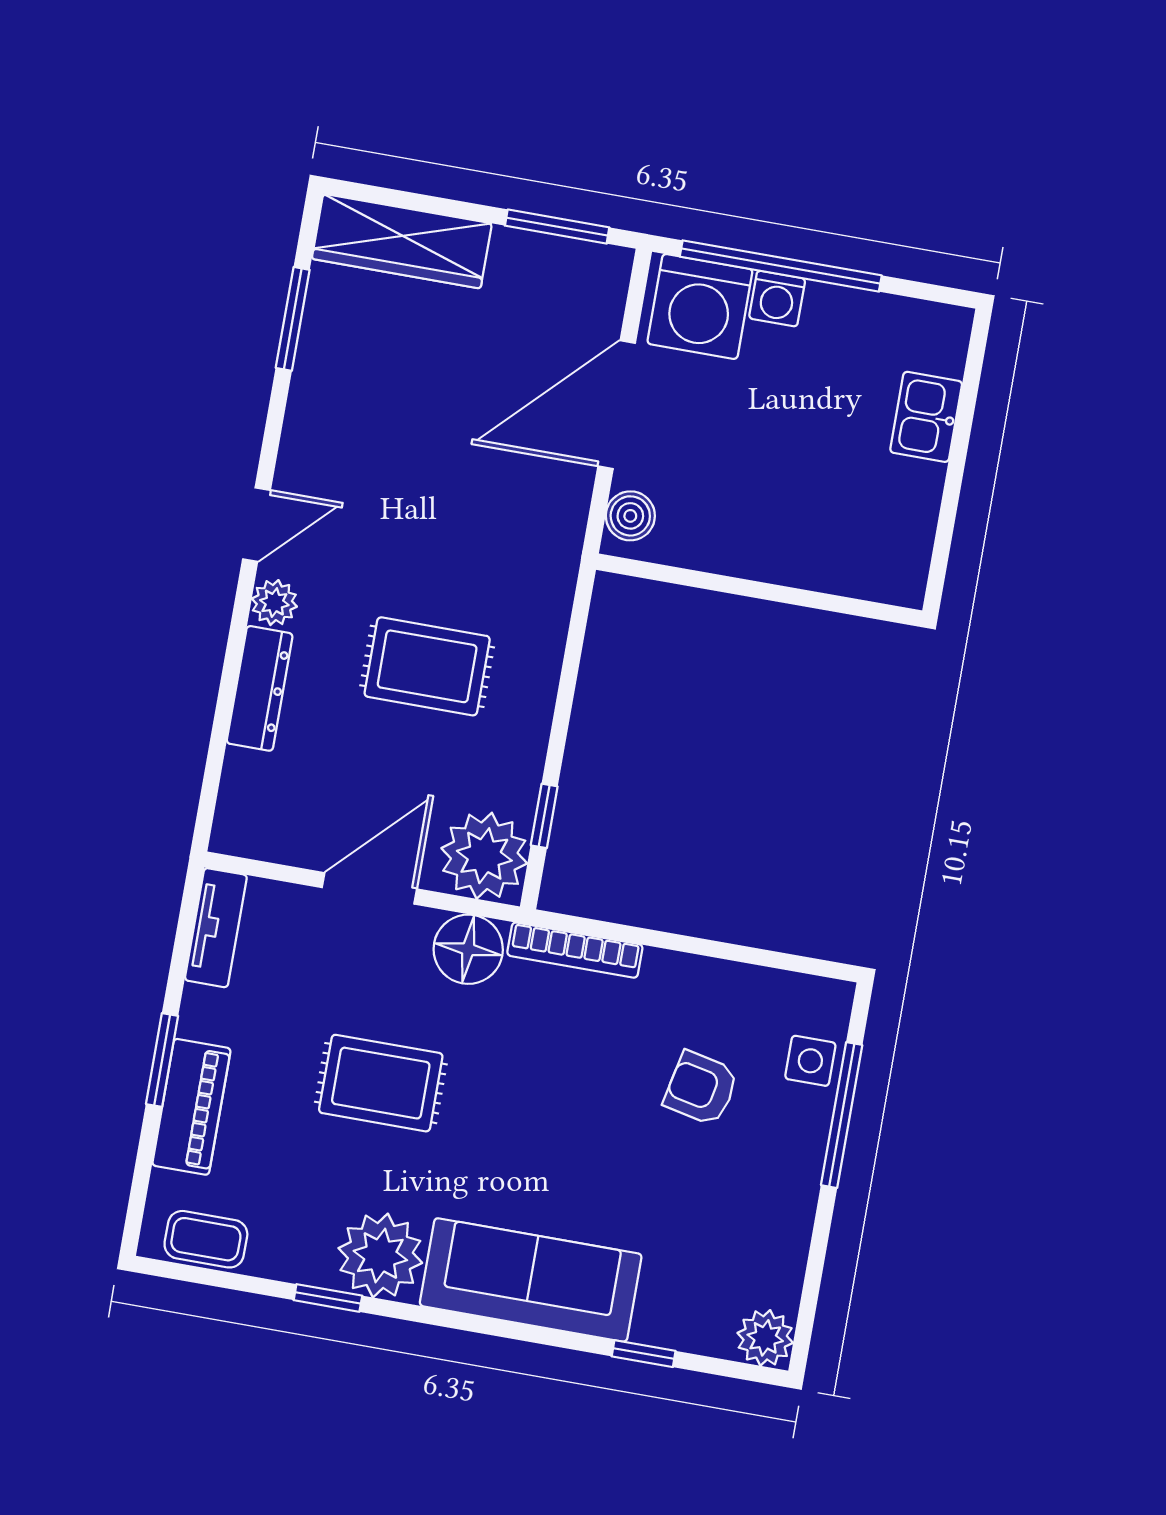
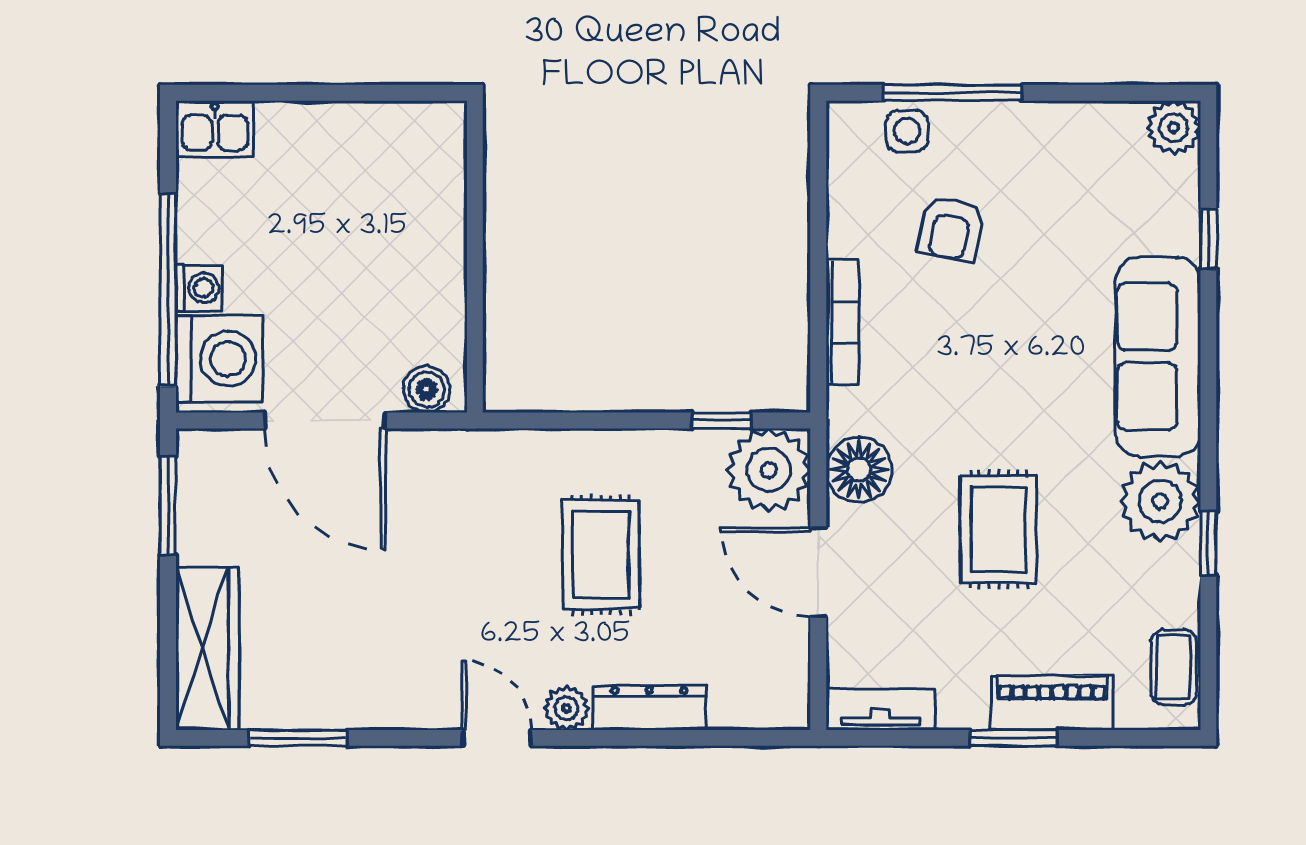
kitchen sink: (926, 417) -> (215, 129), moved
bookcase: (575, 950) -> (842, 322), moved

